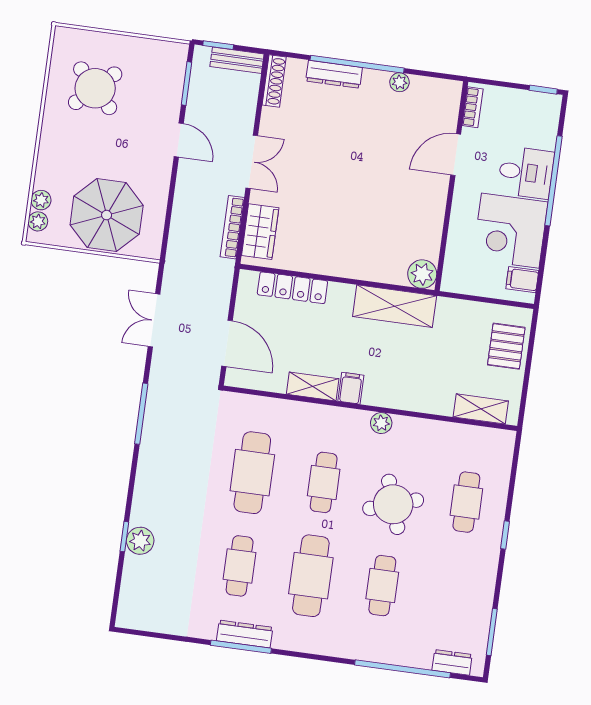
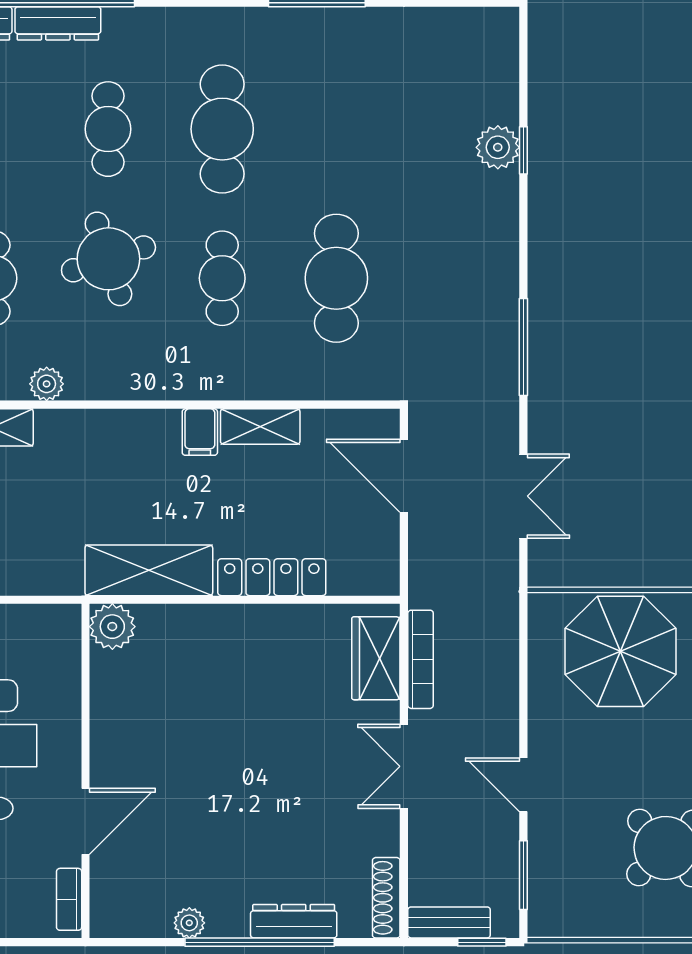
locker: (292, 288) -> (272, 577), moved
plant: (381, 423) -> (47, 384), moved
cafe table: (240, 566) -> (336, 129), removed
dresser: (245, 634) -> (58, 23), moved

